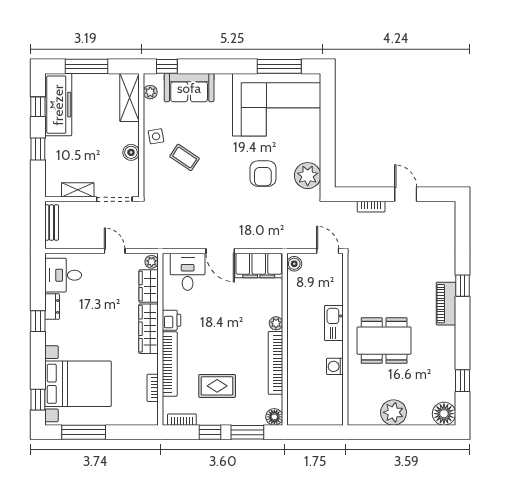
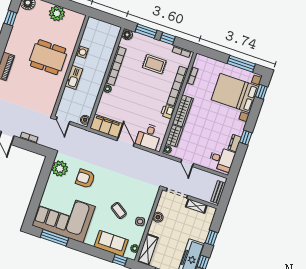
coffee table: (185, 157) -> (119, 211), moved
armchair: (263, 174) -> (85, 179), turned -90

